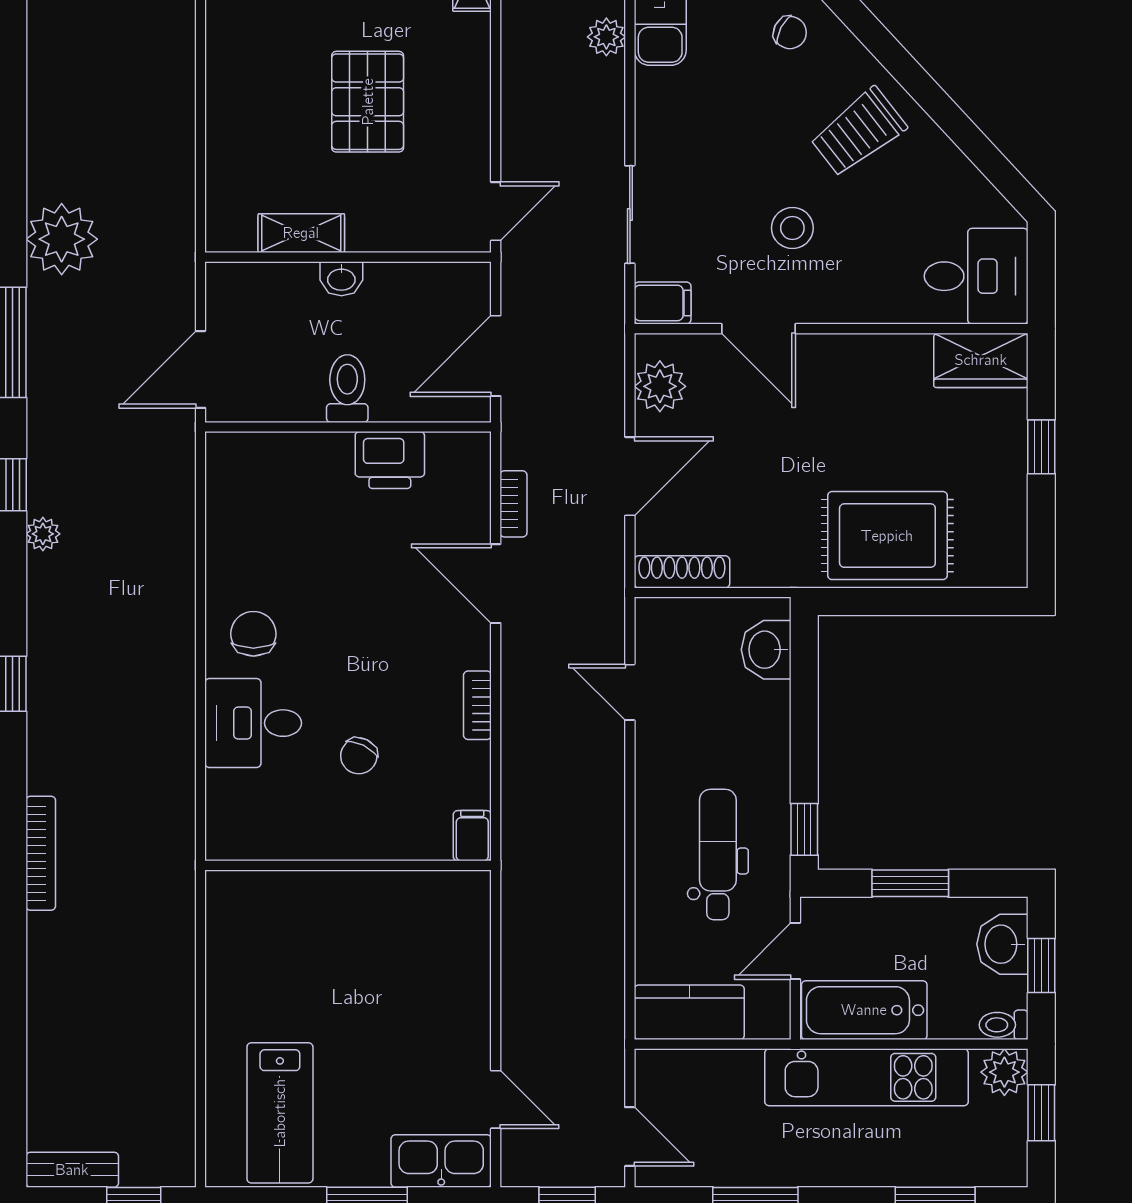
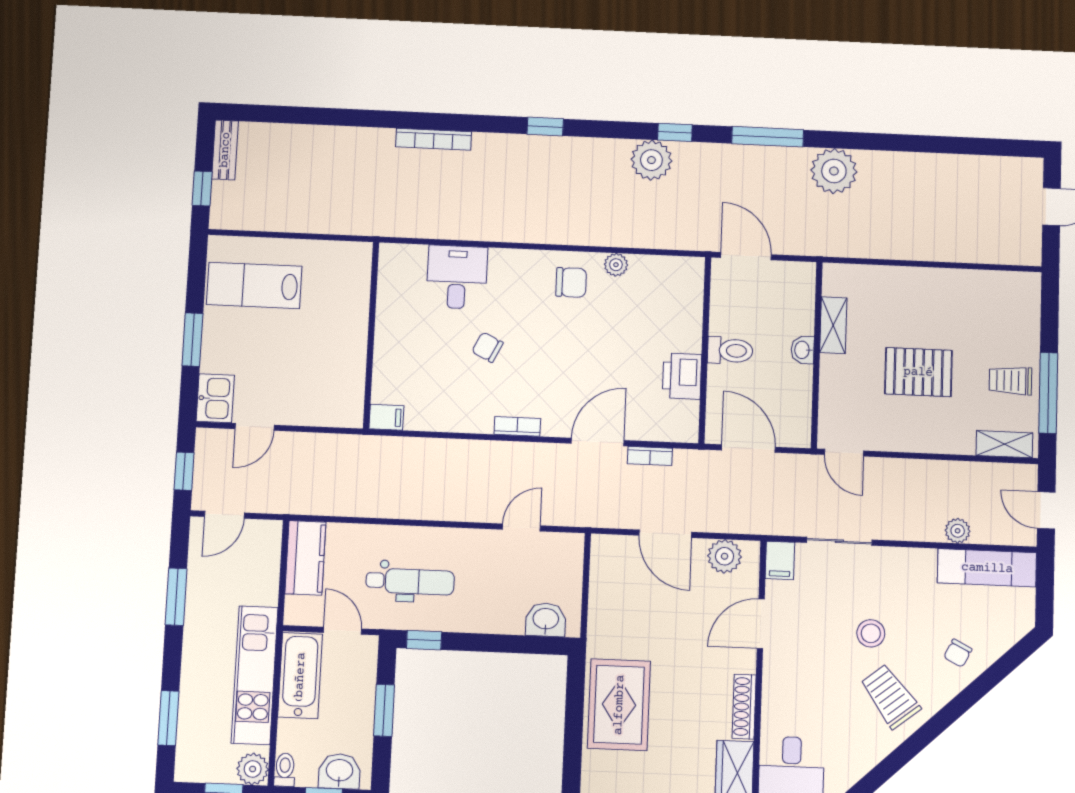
stool: (792, 228) -> (871, 633), moved
plant: (43, 534) -> (651, 160), width x1.88, depth x1.88
plant: (223, 567) -> (616, 265), added
shoe rack: (682, 572) -> (744, 707), moved, turned 180
desk: (253, 723) -> (457, 277), moved
filing cabinet: (472, 836) -> (386, 417), moved
wall: (348, 865) -> (371, 335), moved
kitchen sink: (441, 1161) -> (215, 398), width x0.73

